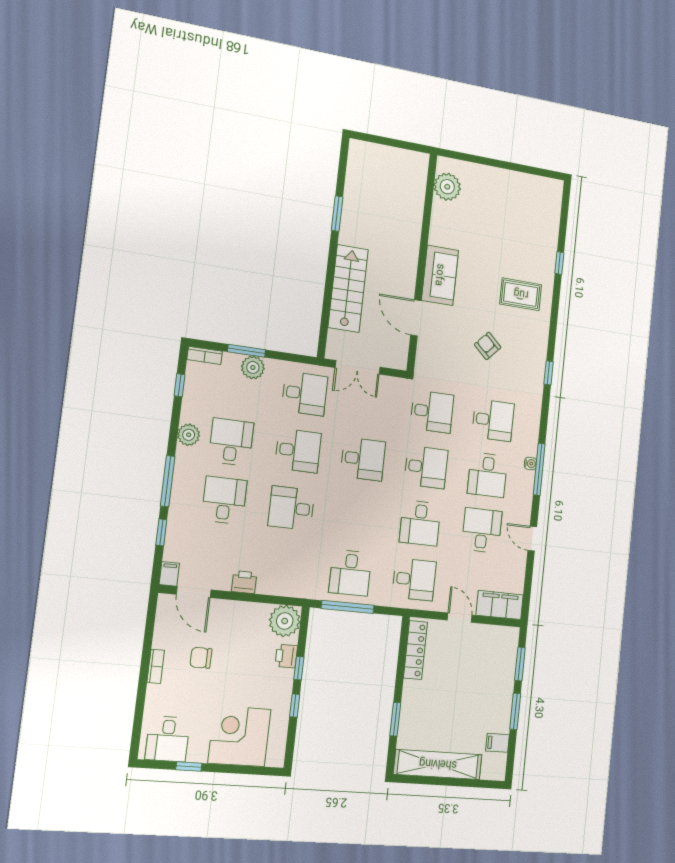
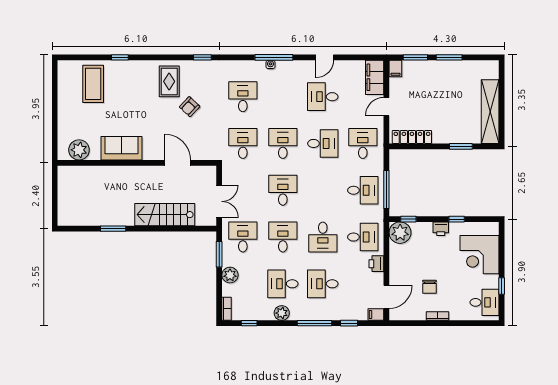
coffee table: (530, 222) -> (93, 84), added
sofa: (440, 275) -> (121, 148), moved
rug: (521, 294) -> (169, 81), moved
door: (416, 318) -> (178, 163), swing flipped
window: (246, 351) -> (219, 254), moved
desk: (487, 475) -> (363, 237), moved
printer: (286, 656) -> (441, 229), moved
window: (299, 668) -> (408, 219), moved
filing cabinet: (498, 743) -> (395, 68), moved

